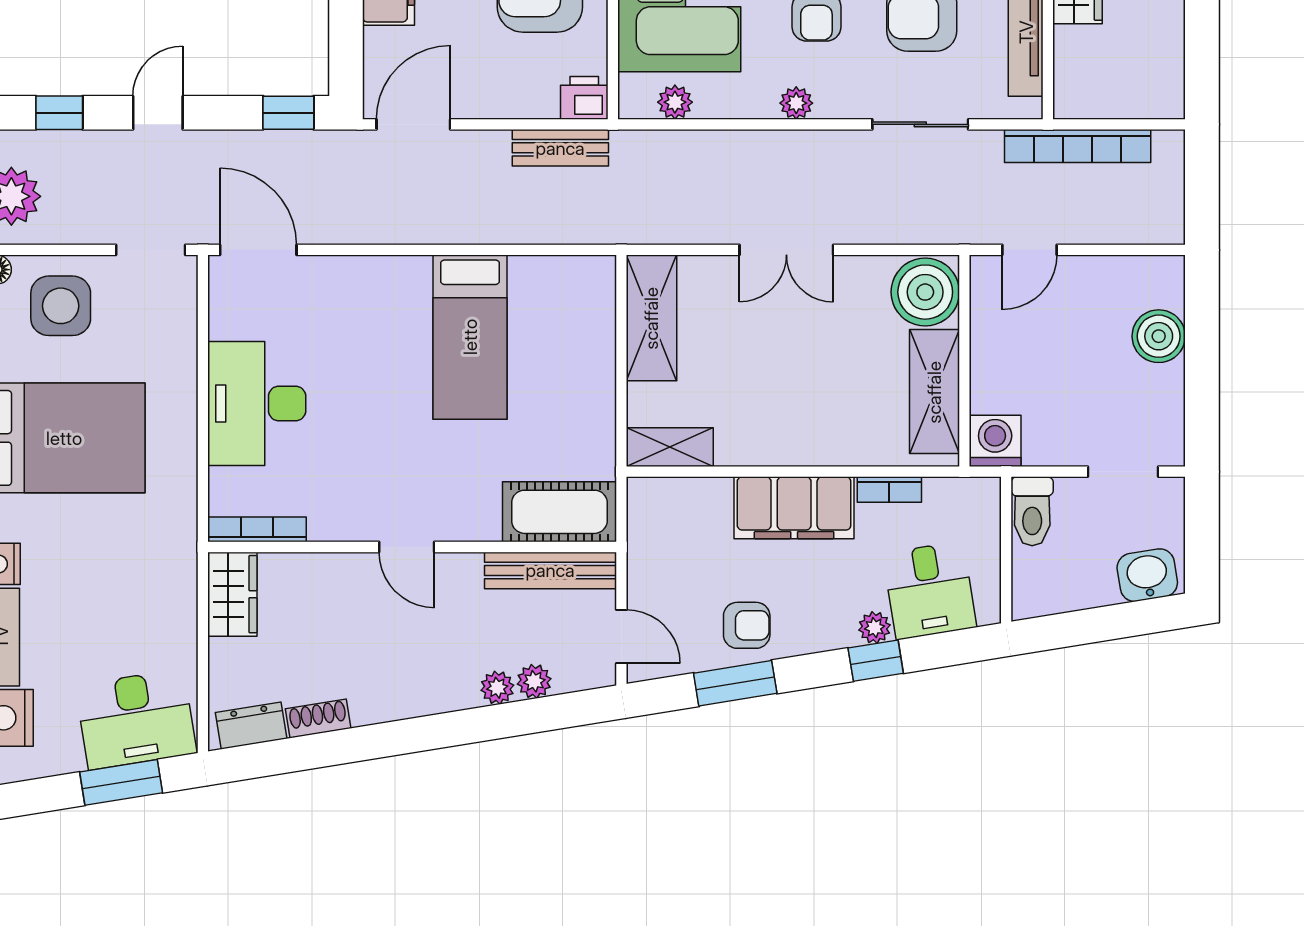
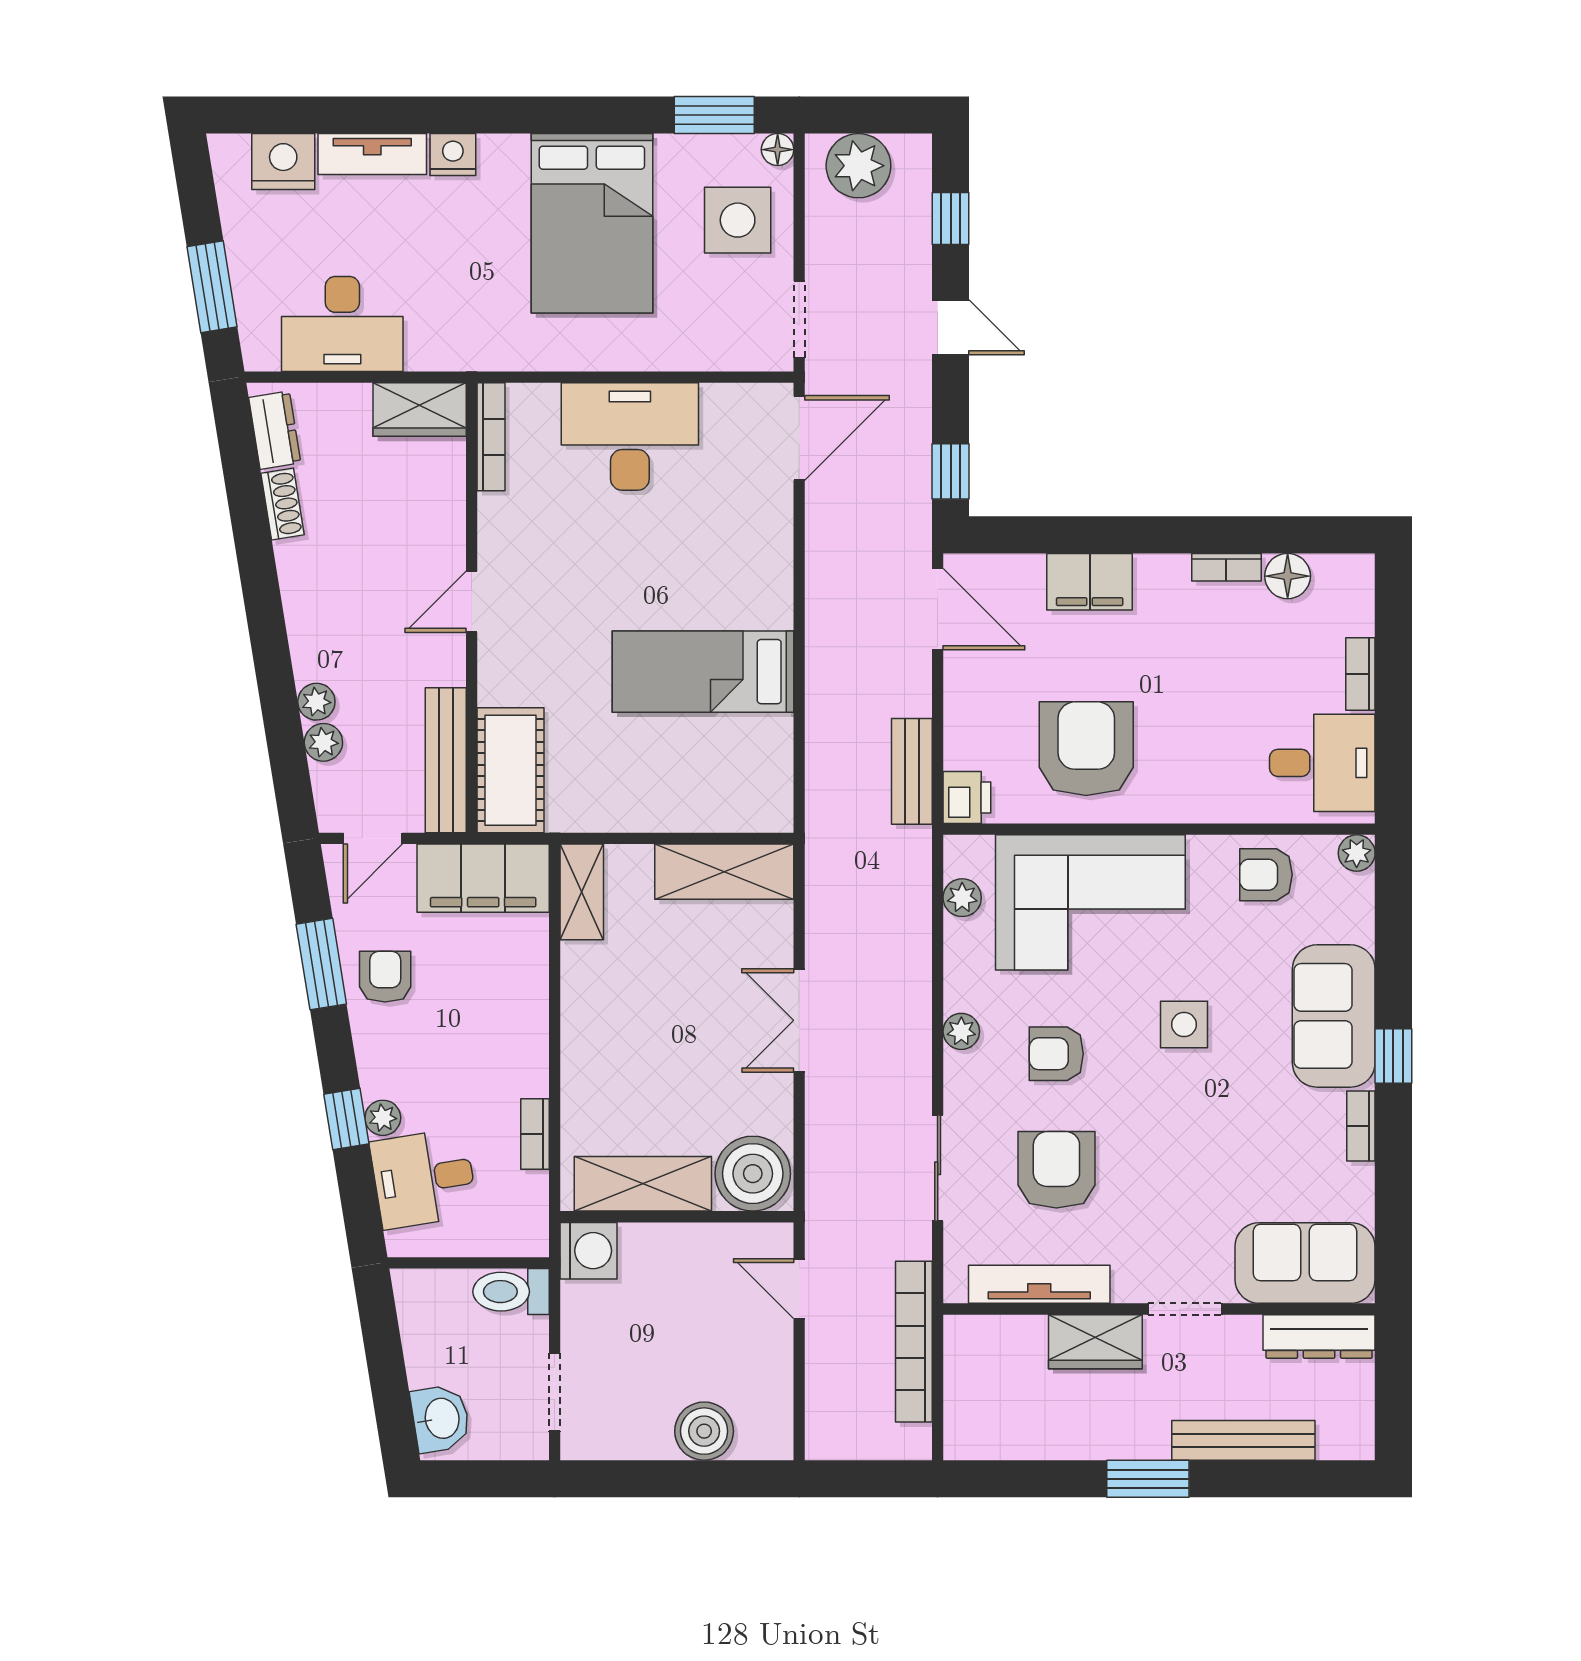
filing cabinet: (794, 508) -> (483, 878), moved, turned -90
armchair: (747, 625) -> (385, 977), turned 180
desk: (136, 719) -> (342, 324), moved, turned -81

